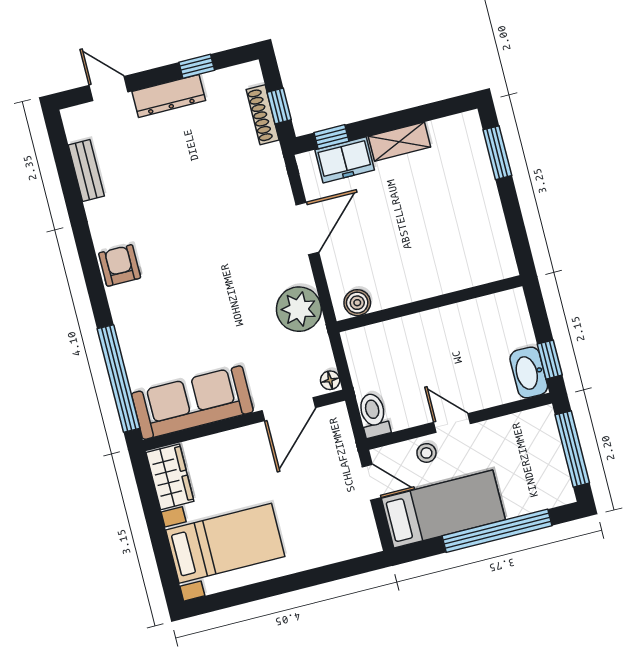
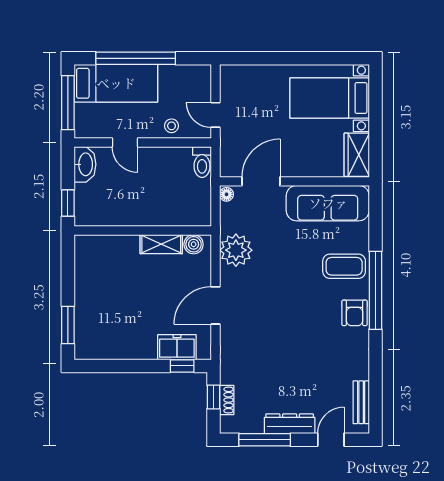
window: (197, 66) -> (265, 440), width x2.17
door: (108, 89) -> (331, 440), swing flipped
shoe rack: (263, 115) -> (227, 400), width x0.70
shelving: (399, 142) -> (161, 244), moved
bench: (86, 171) -> (361, 402), moved
coffee table: (149, 324) -> (344, 266), added
window: (550, 360) -> (68, 203), moved
window: (119, 378) -> (375, 290), moved
door: (452, 423) -> (125, 142), moved
bed: (443, 509) -> (116, 83), moved, turned 180

